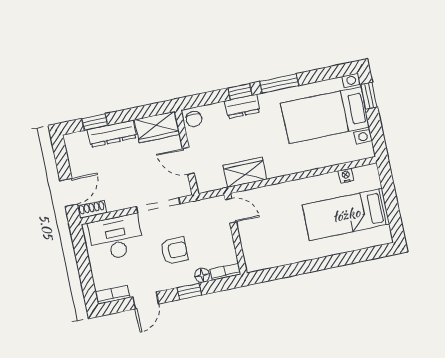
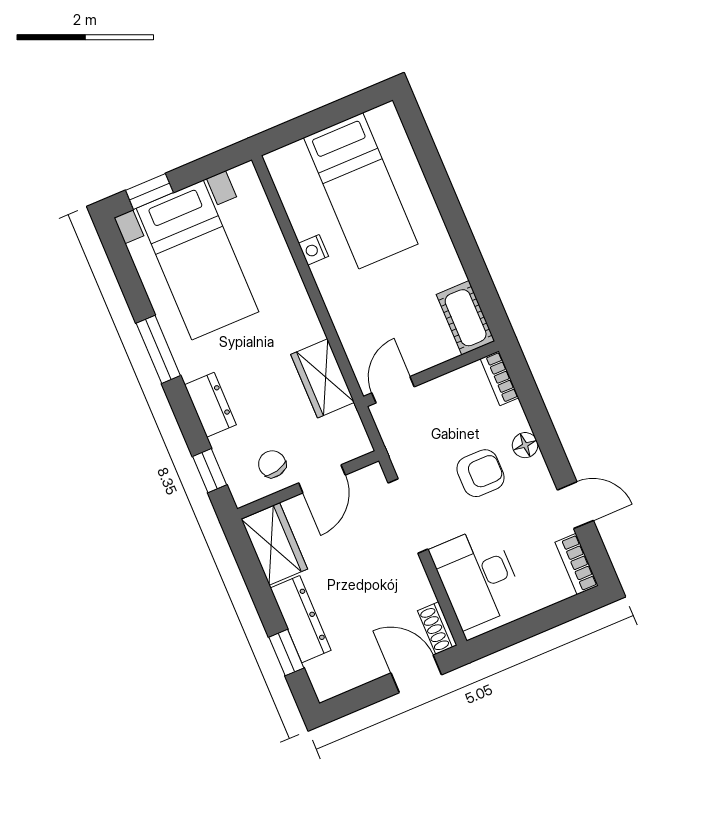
window: (240, 92) -> (210, 471), moved
chair: (194, 119) -> (272, 464), moved, turned -103
nightstand: (346, 176) -> (313, 250), moved
armchair: (174, 251) -> (481, 473), turned 90
cot: (263, 259) -> (466, 318), added
floor lamp: (202, 275) -> (525, 445), moved
window: (189, 291) -> (545, 434), removed

